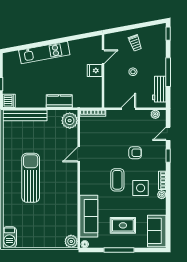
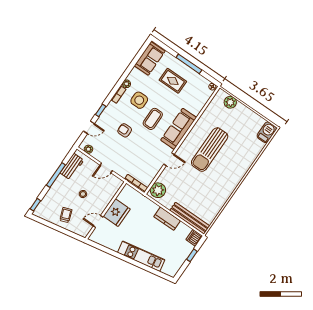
fridge: (95, 70) -> (117, 213), width x1.88, depth x1.34
kitchen counter: (59, 101) -> (167, 219), moved
sun lounger: (31, 178) -> (210, 150), moved
sofa: (89, 216) -> (179, 129), moved
plant: (71, 241) -> (230, 102), moved

